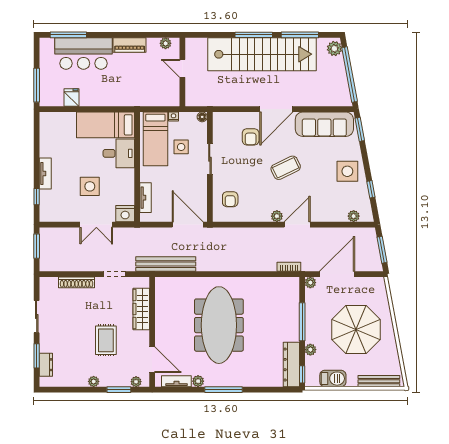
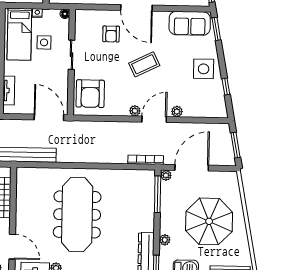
door: (276, 109) -> (136, 8), hinge flipped
sofa: (324, 124) -> (190, 23), width x0.73
armchair: (230, 199) -> (90, 94), width x1.88, depth x1.88
plant: (354, 216) -> (177, 112), moved
bookcase: (289, 267) -> (146, 160), width x1.56
window: (302, 322) -> (158, 194), moved

